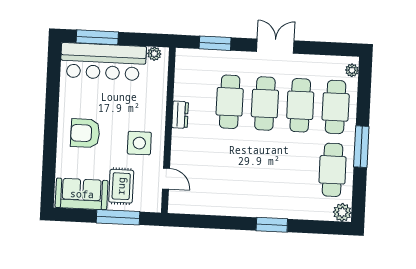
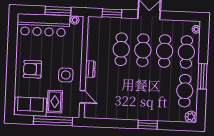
window: (97, 37) -> (58, 11), moved
dresser: (180, 115) -> (90, 69), moved
window: (118, 217) -> (53, 121), width x1.46

